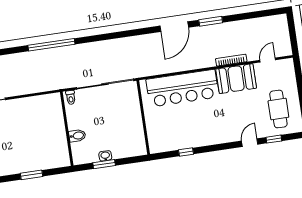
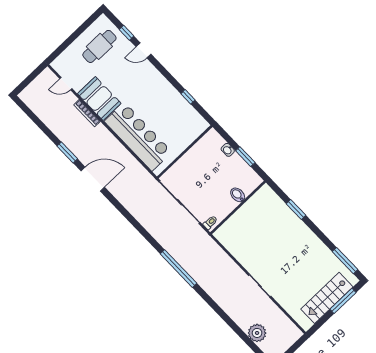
washbasin: (105, 156) -> (228, 150), moved

